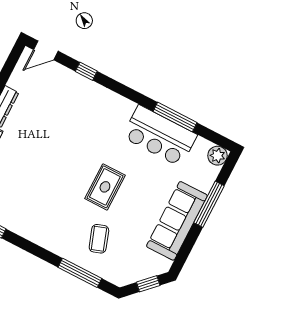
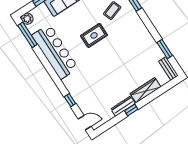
window: (175, 117) -> (27, 35), moved
bar counter: (160, 136) -> (55, 52), width x1.36

